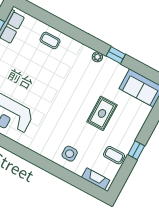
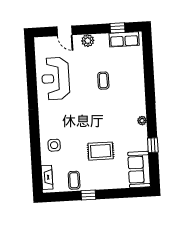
coffee table: (50, 40) -> (103, 81), moved
window: (116, 55) -> (153, 145), moved

